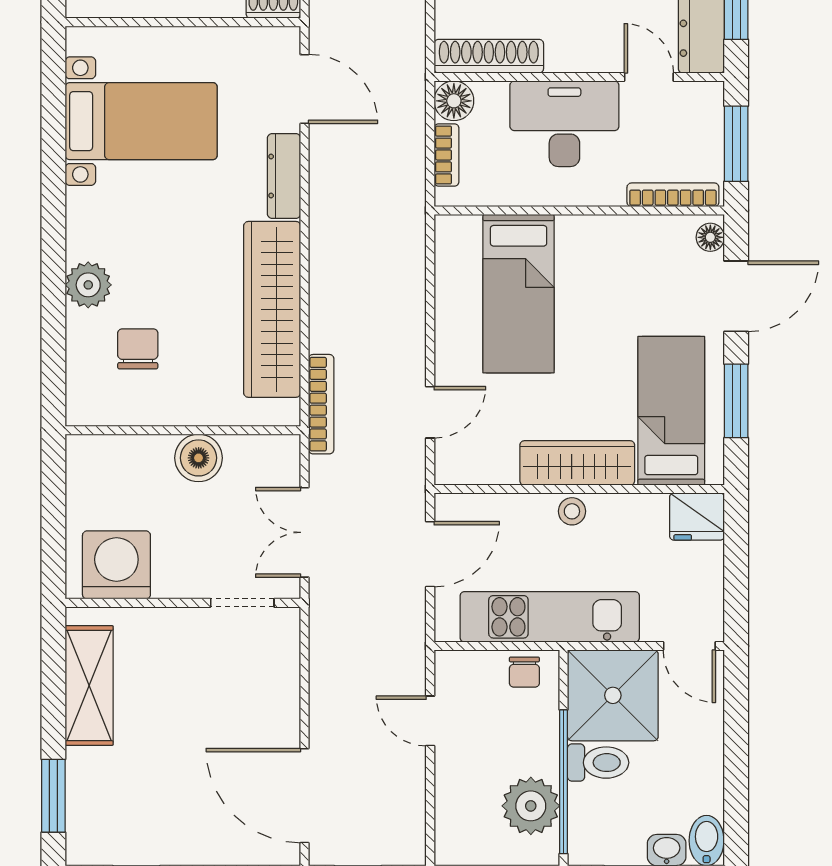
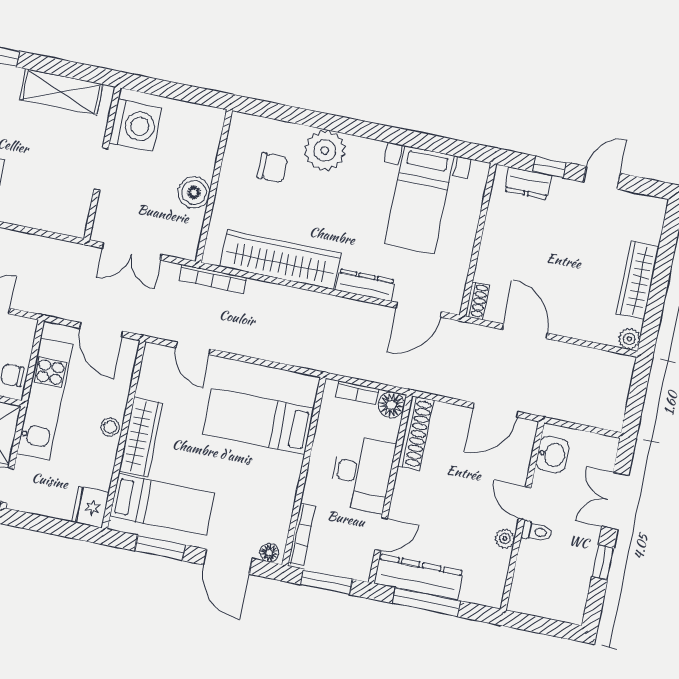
plant: (88, 285) -> (325, 150), width x1.36, depth x1.36
double door: (305, 532) -> (132, 251), swing flipped
doorway: (242, 603) -> (101, 169), moved

